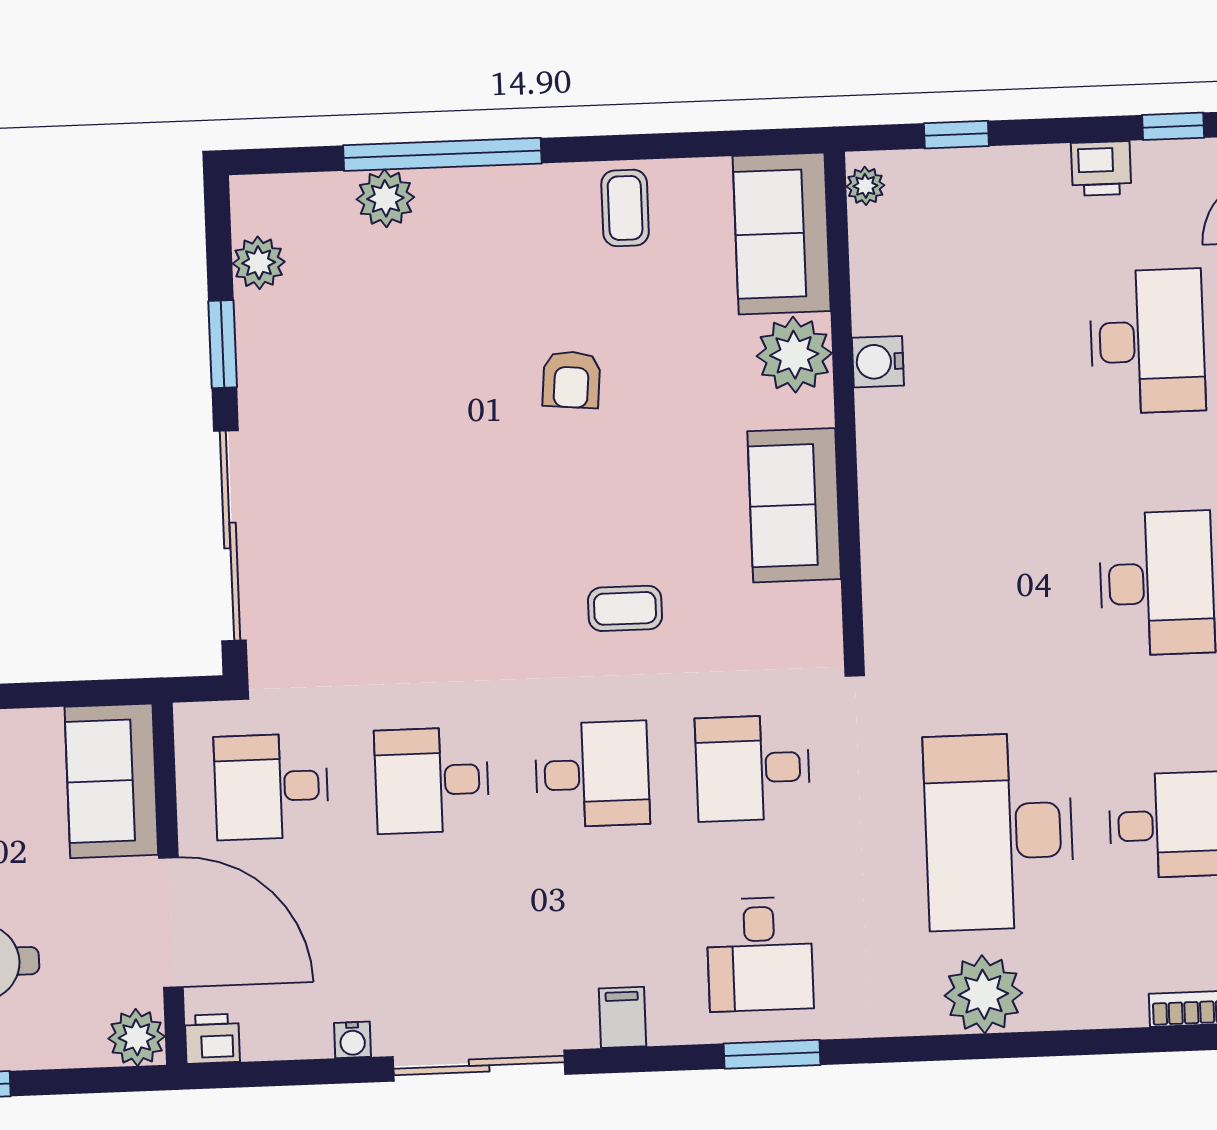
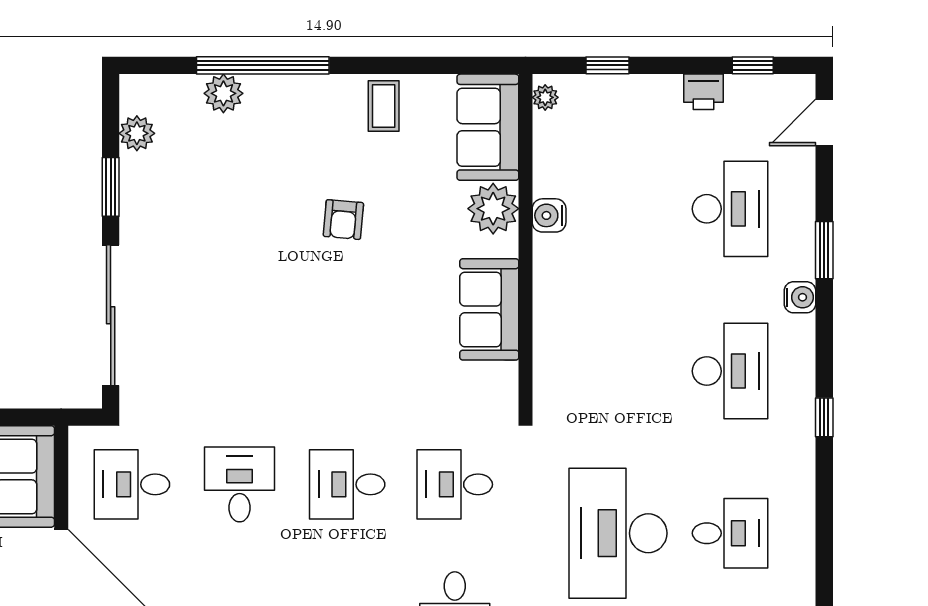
coffee table: (625, 608) -> (373, 374), removed
desk: (592, 774) -> (347, 484), turned 180
desk: (432, 780) -> (240, 484), turned 90

